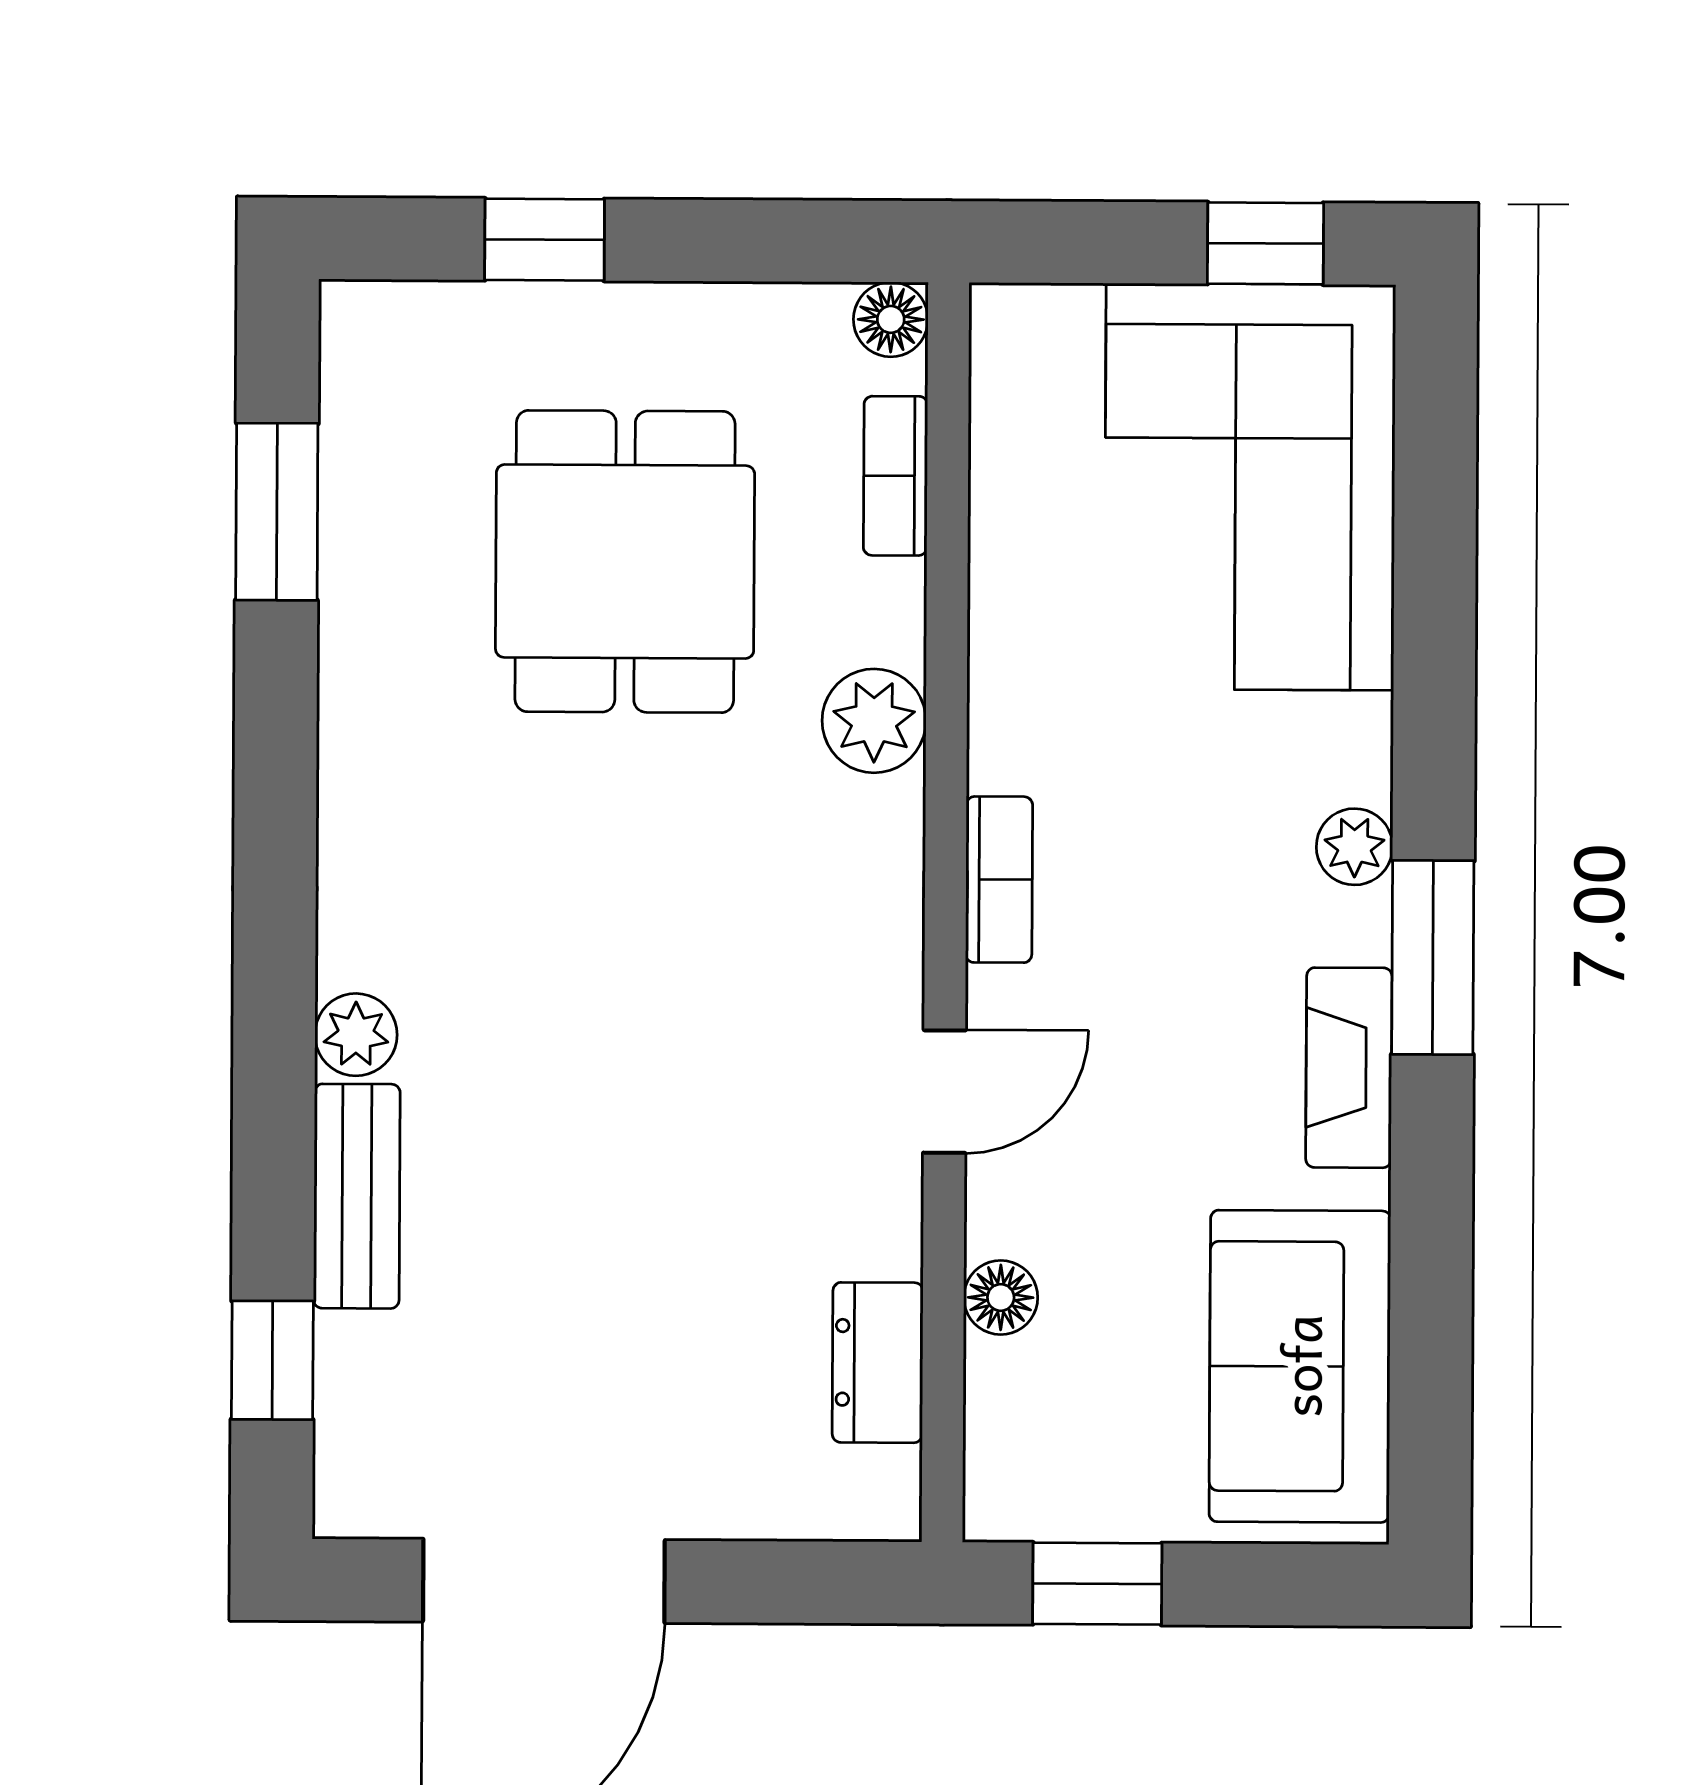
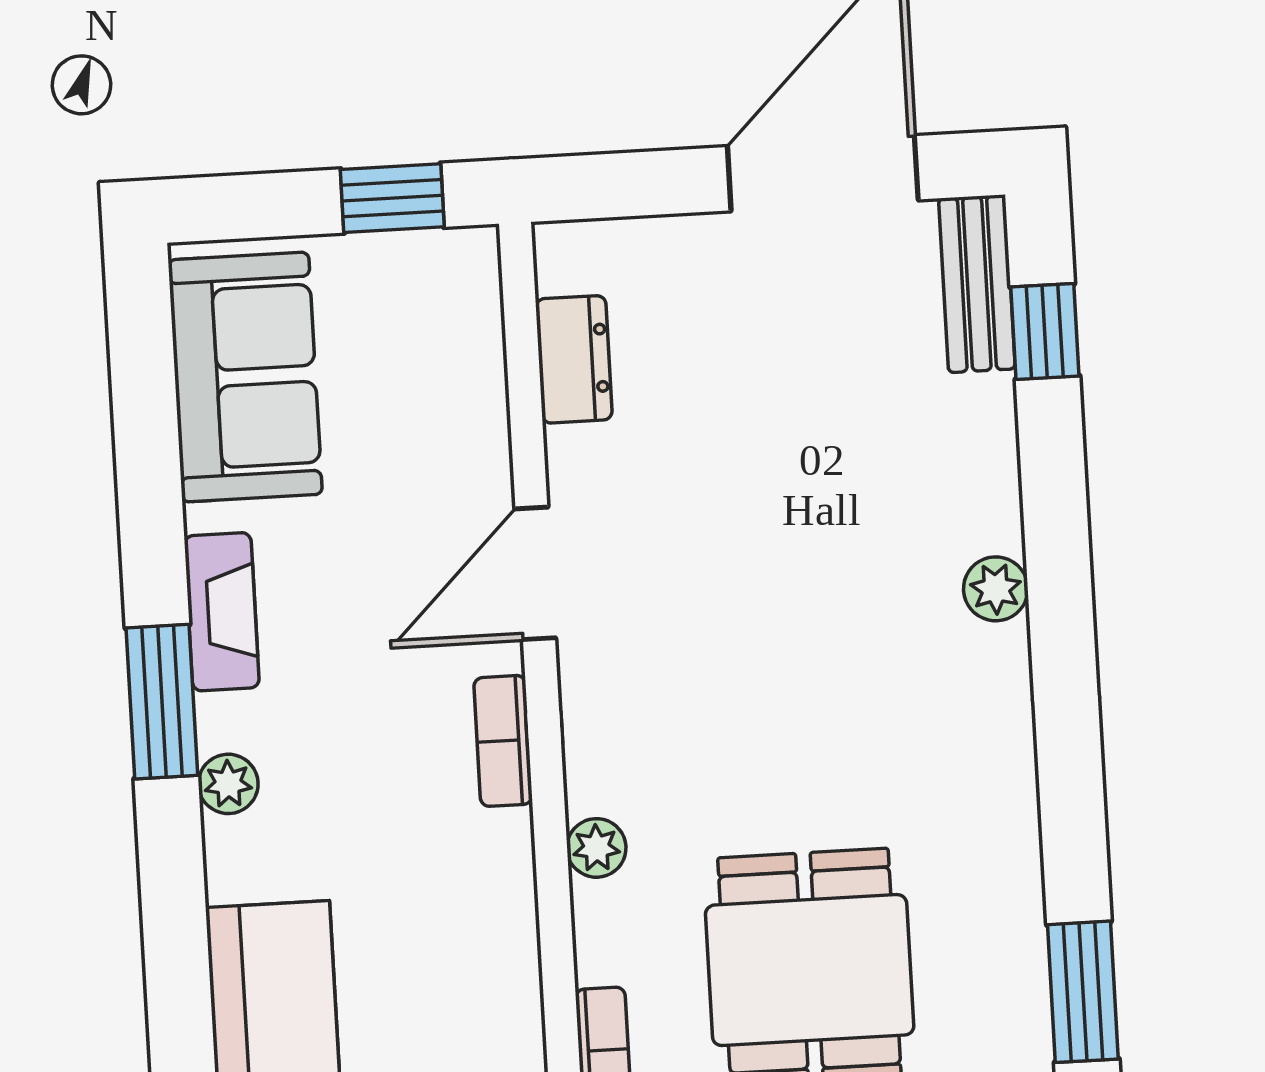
plant: (874, 721) -> (596, 848), width x0.73, depth x0.73
door: (944, 1092) -> (535, 573), width x1.38
bench: (357, 1196) -> (977, 284), moved
floor lamp: (1001, 1297) -> (481, 416), removed

